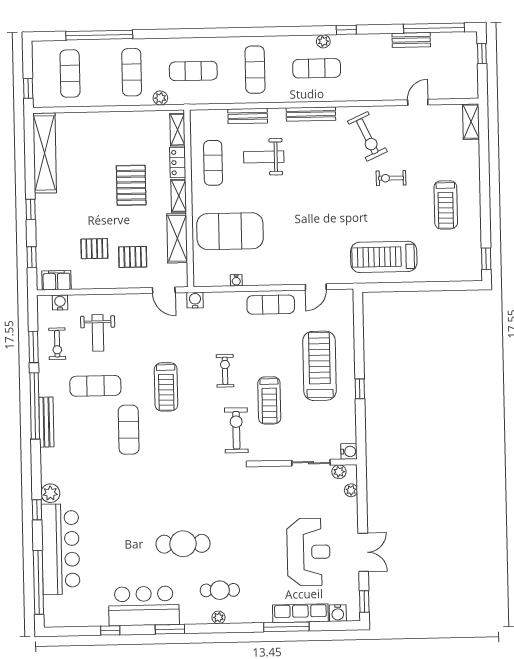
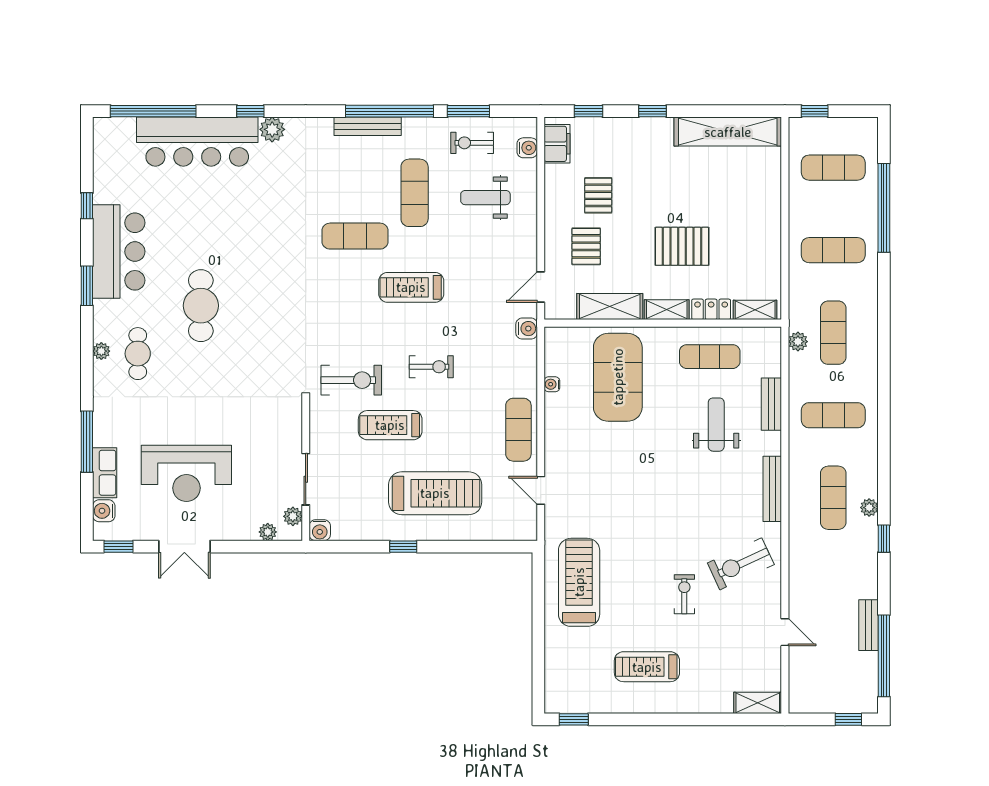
plant: (160, 98) -> (798, 342), moved
row of seats: (300, 613) -> (105, 473), width x0.68

